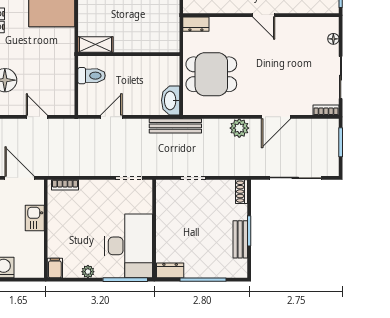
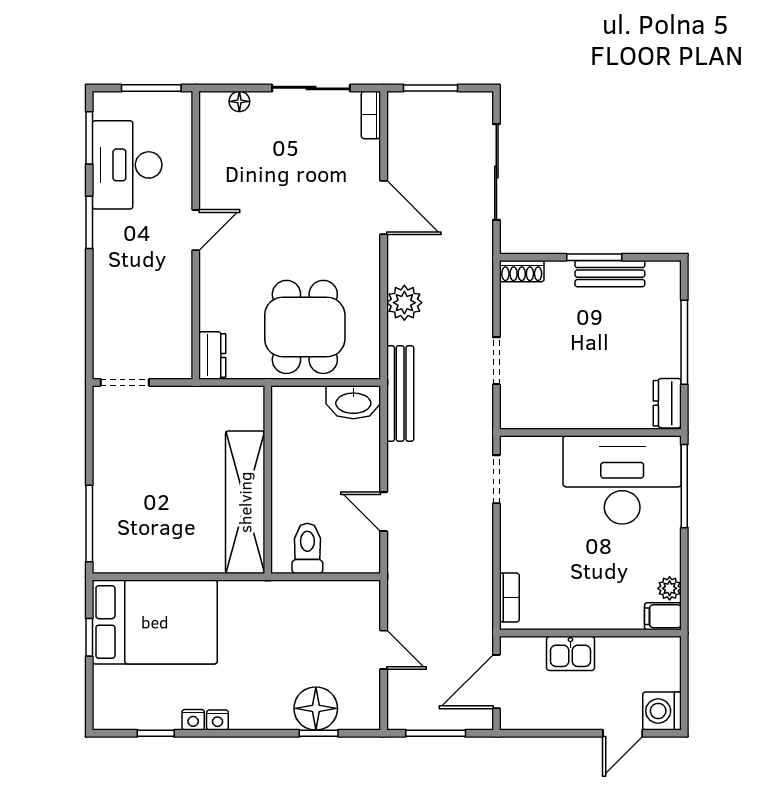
shelving: (95, 45) -> (245, 502), width x2.20, depth x1.33
door: (37, 117) -> (384, 650), swing flipped
plant: (239, 128) -> (404, 303), moved
plant: (88, 272) -> (670, 588), moved

